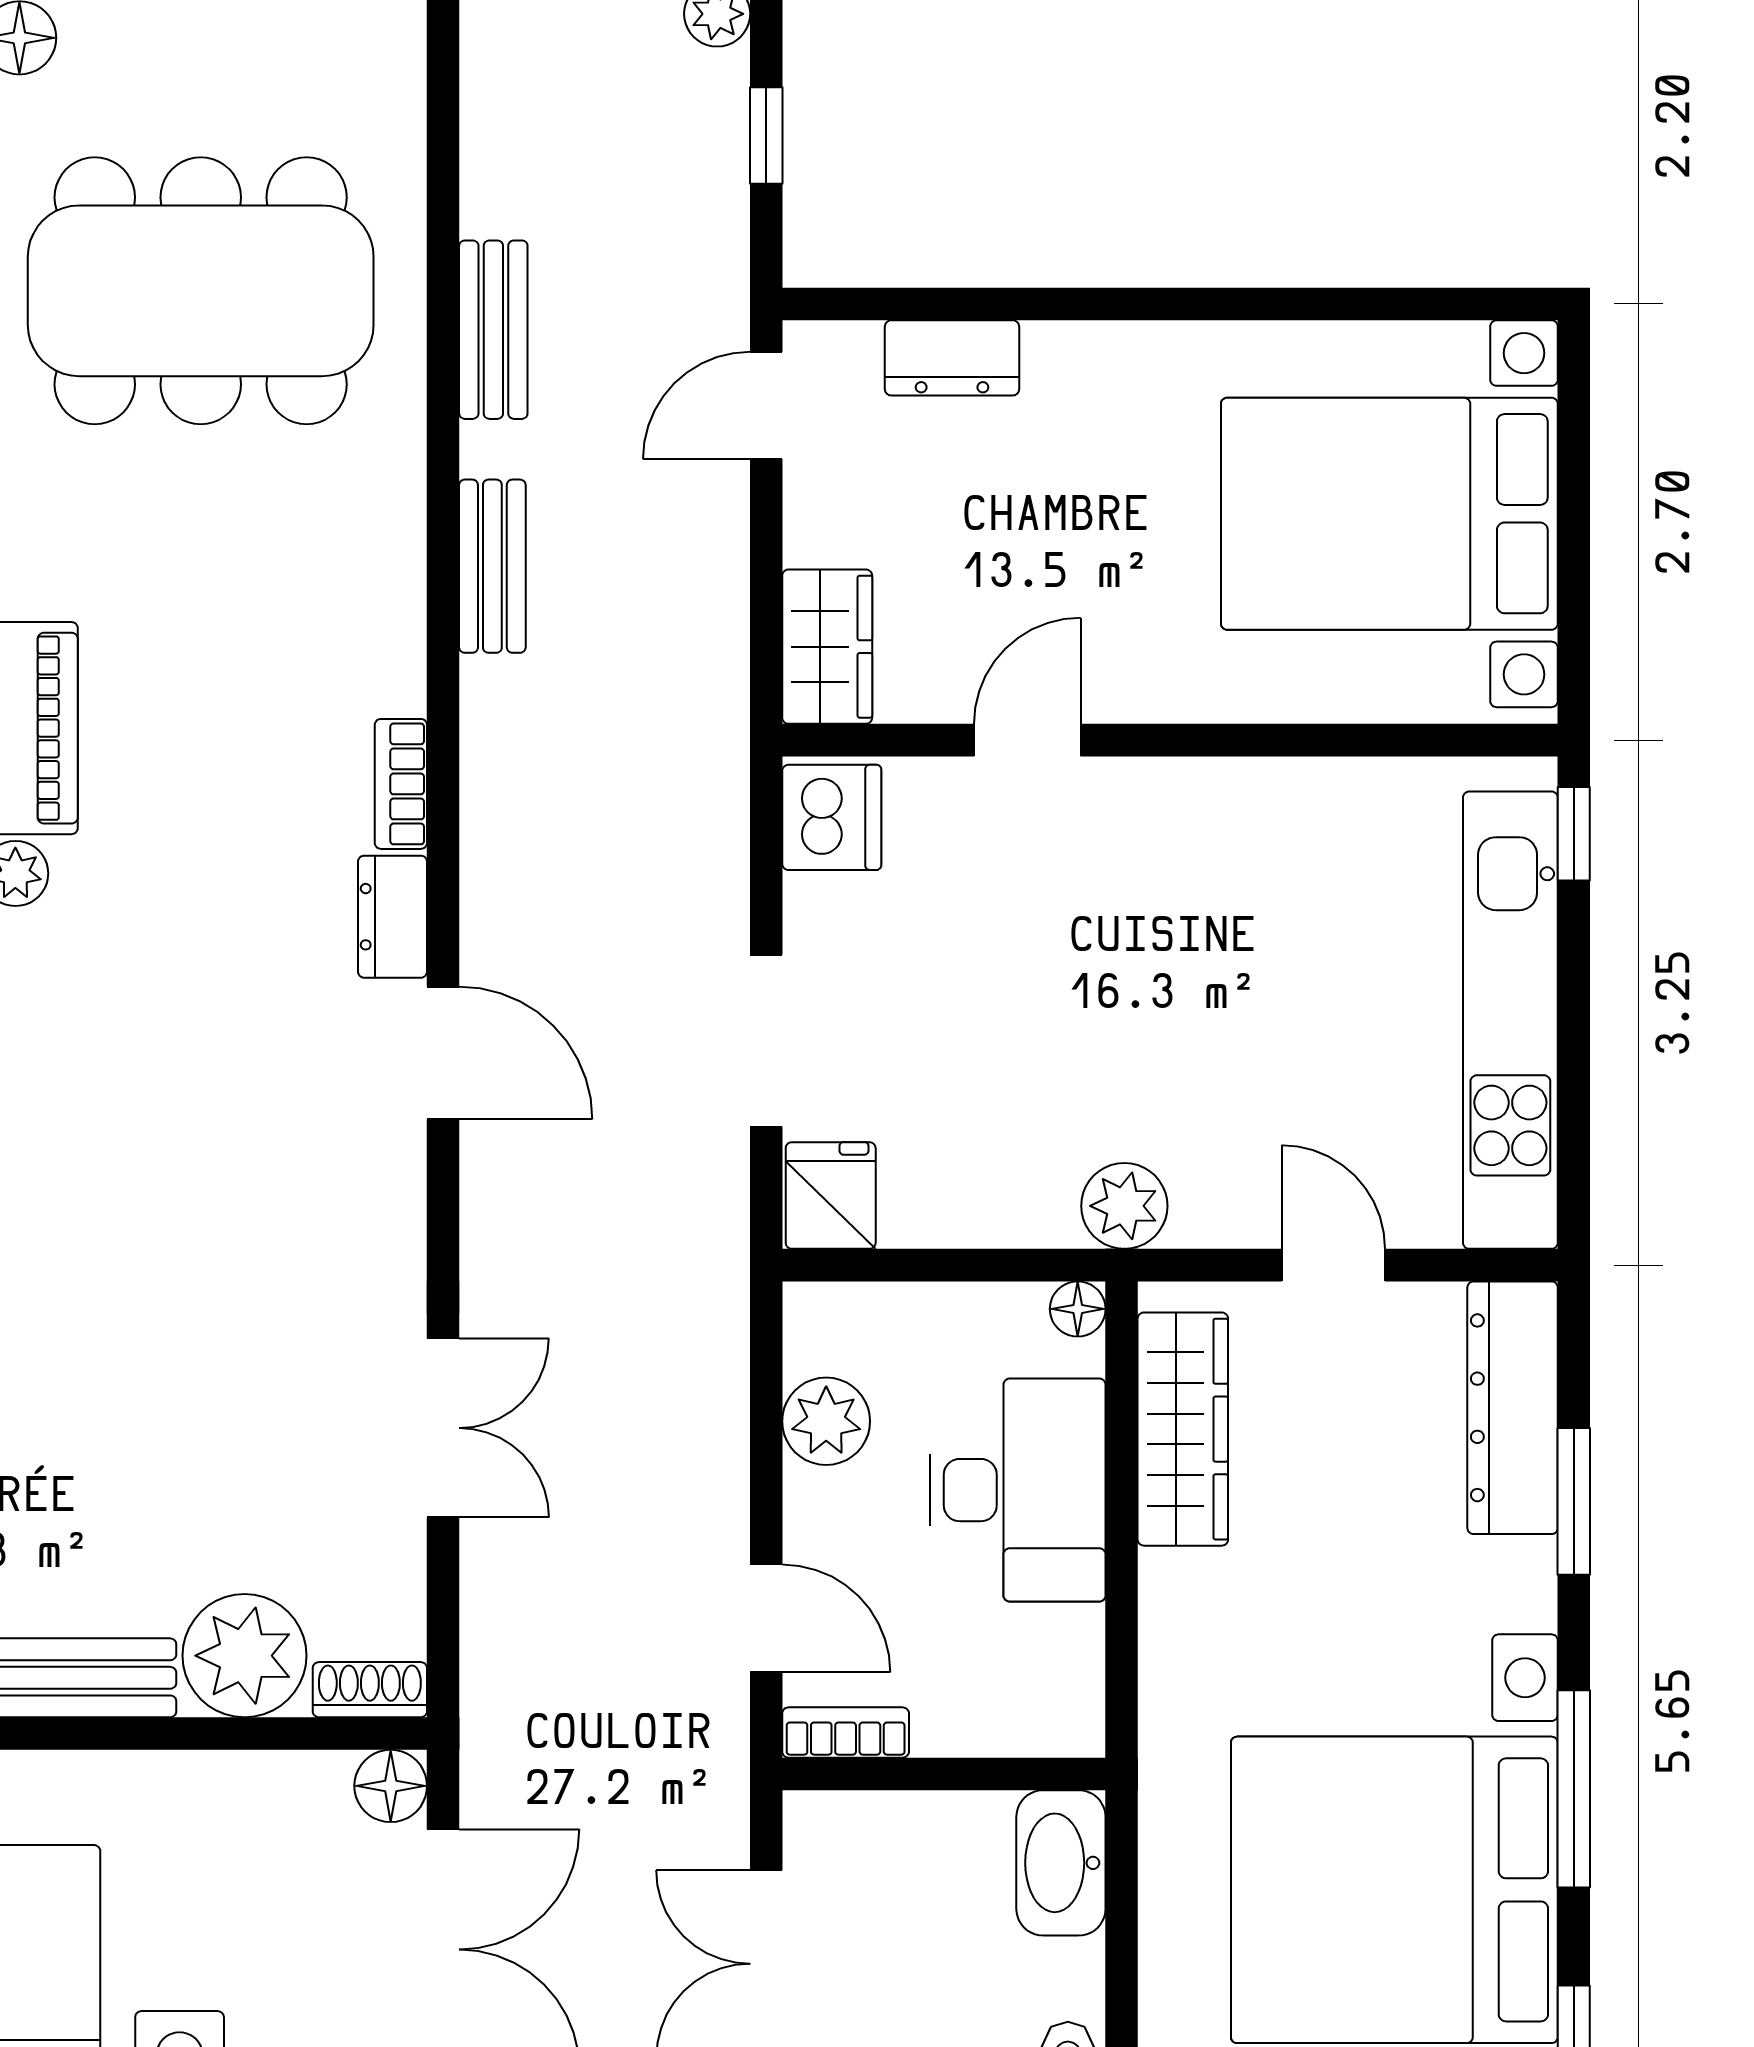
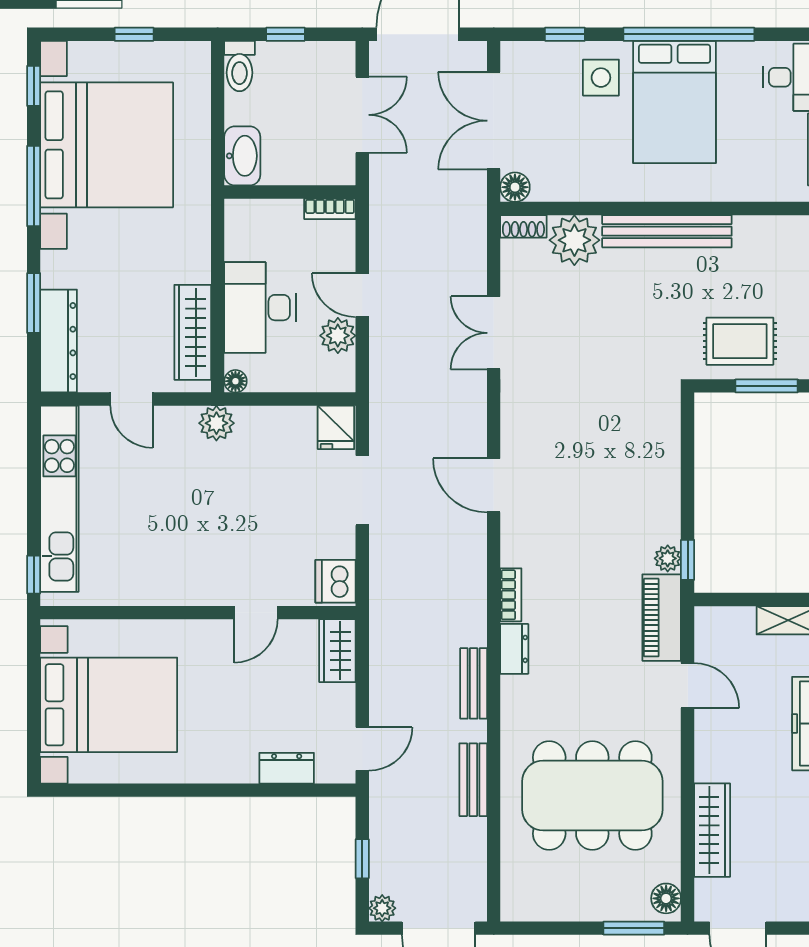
dresser: (393, 917) -> (514, 649), moved
door: (766, 1618) -> (362, 295), moved

